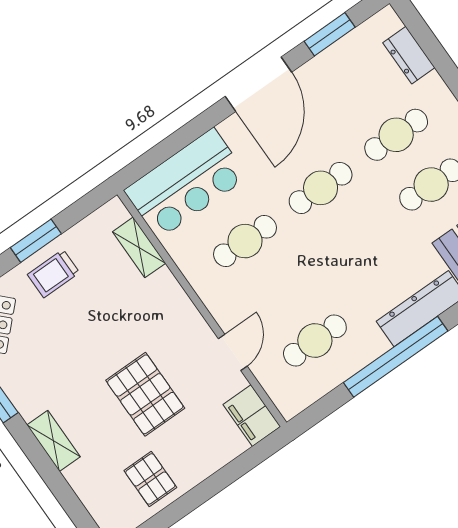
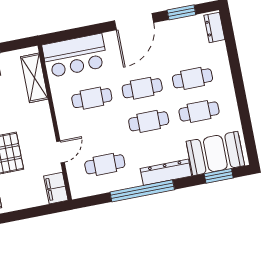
dresser: (409, 55) -> (214, 27), moved
cafe table: (356, 238) -> (149, 121), added
shelving: (139, 247) -> (34, 78), width x1.50, depth x1.33

